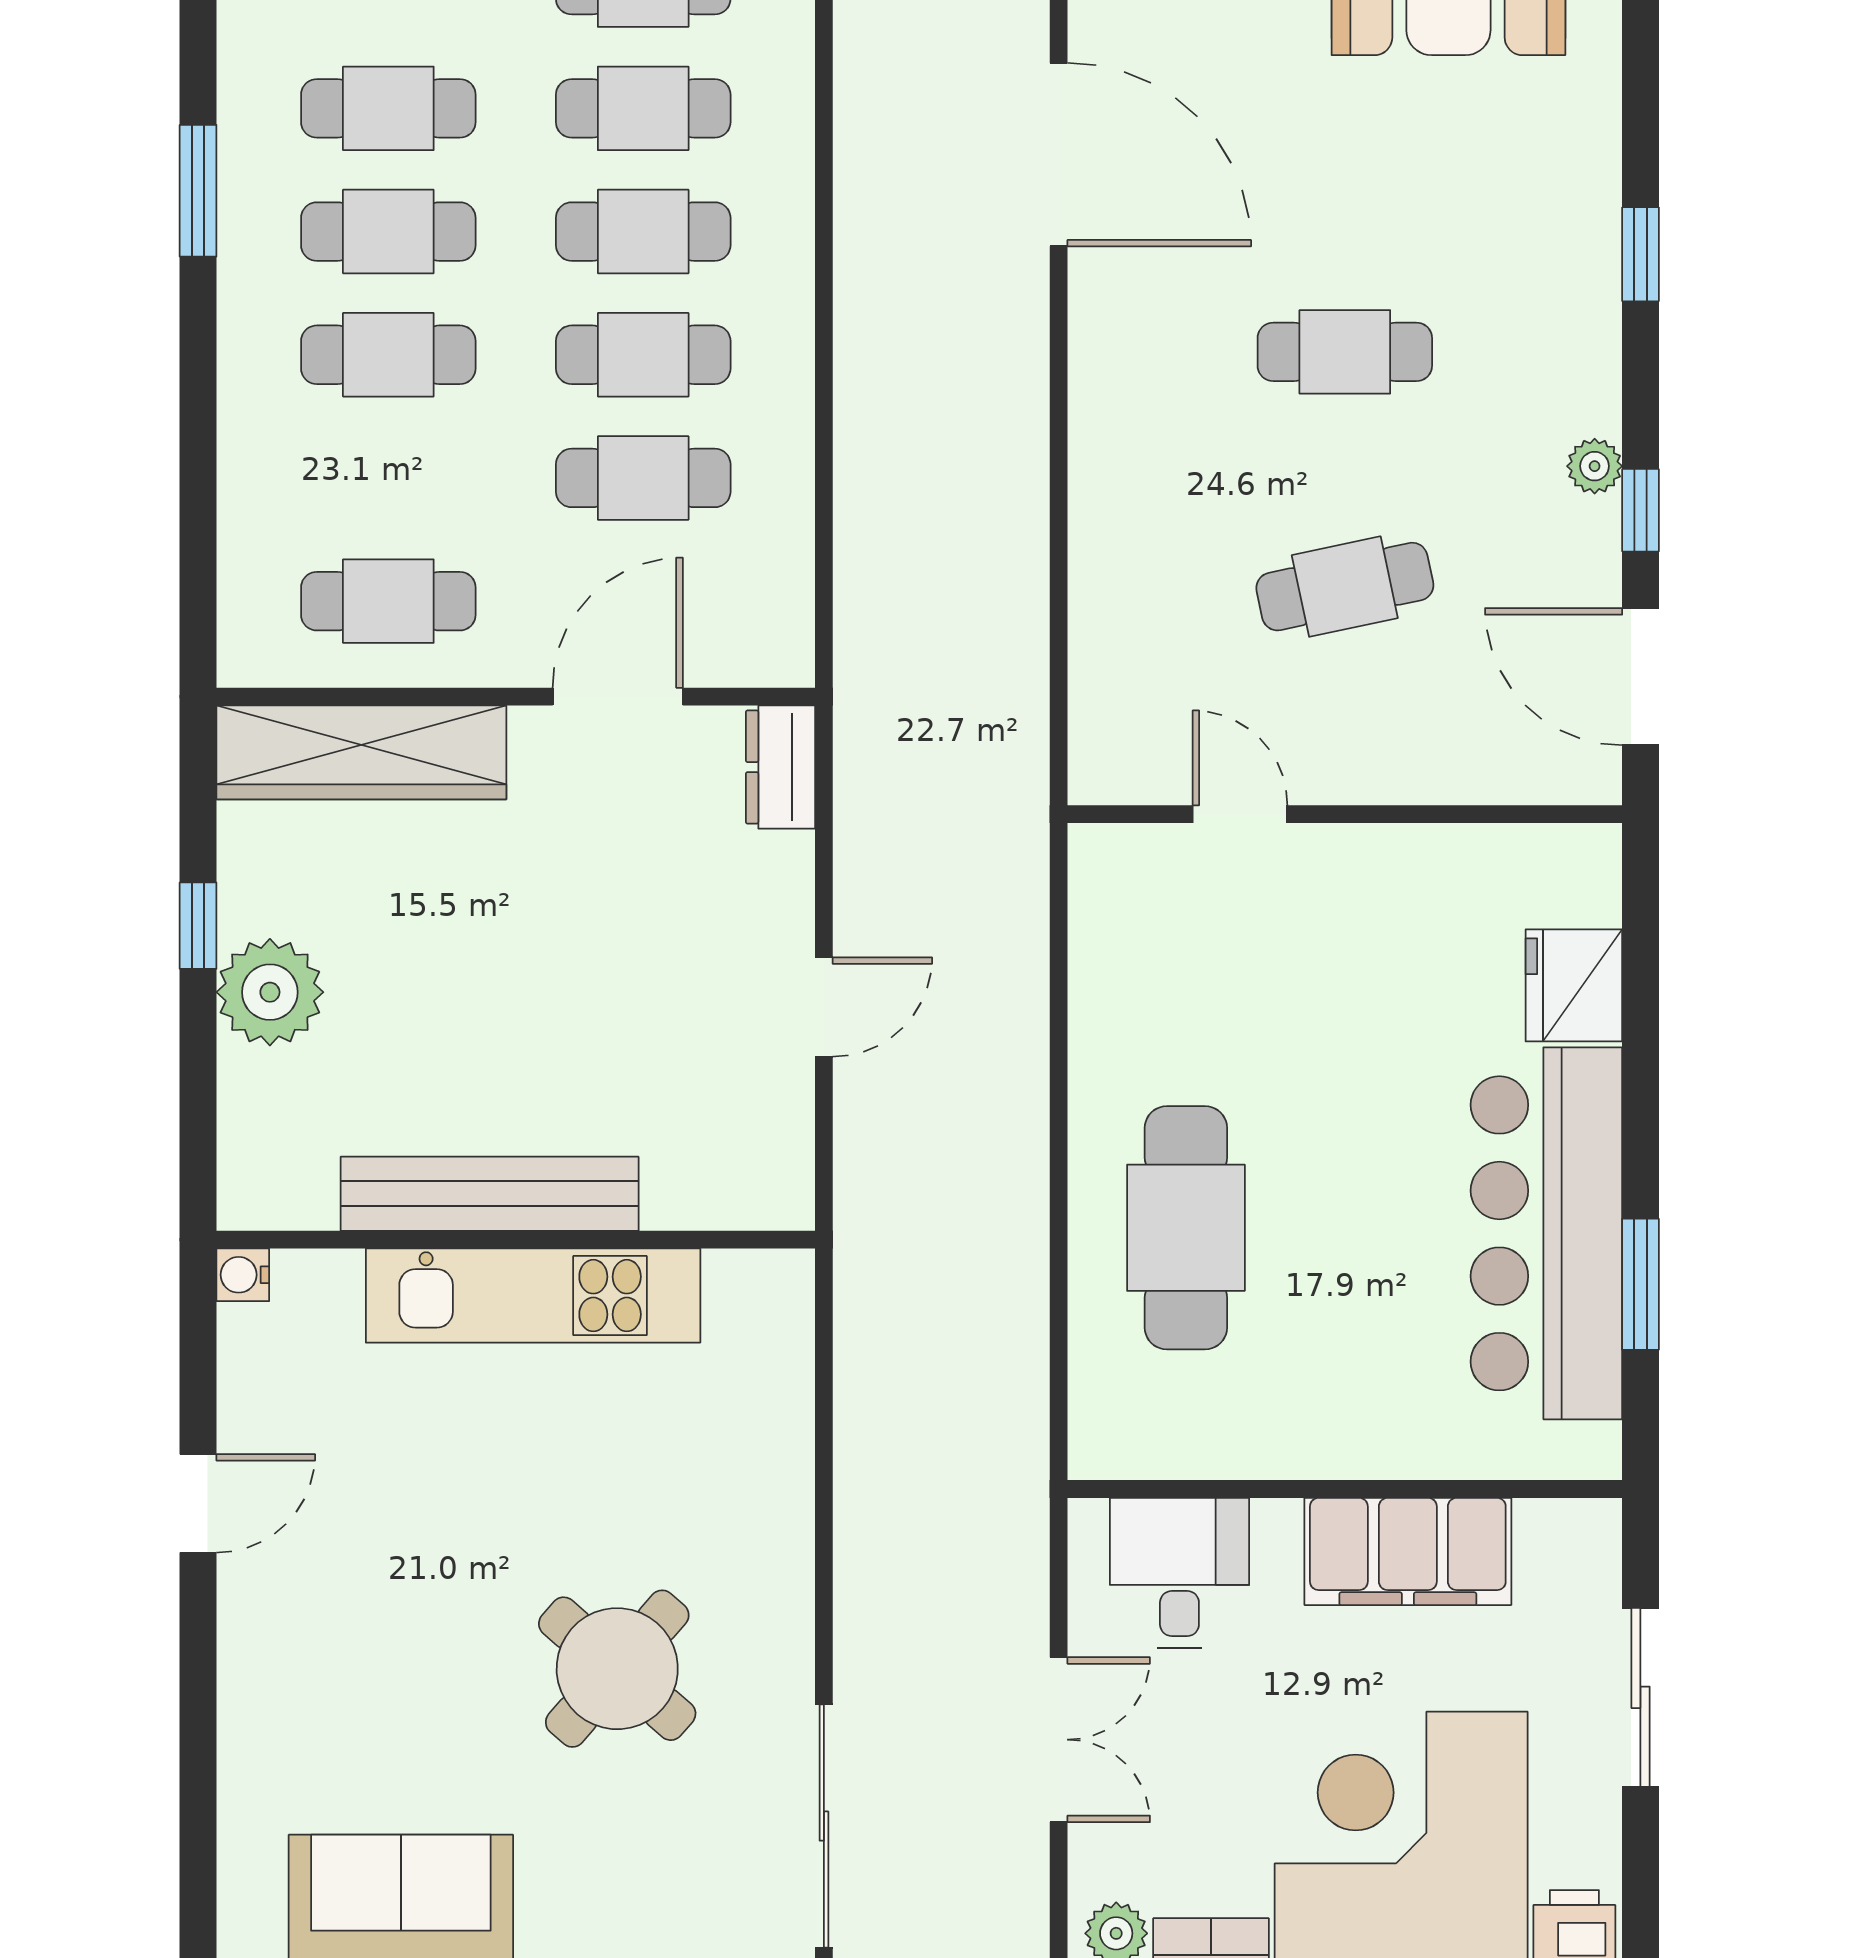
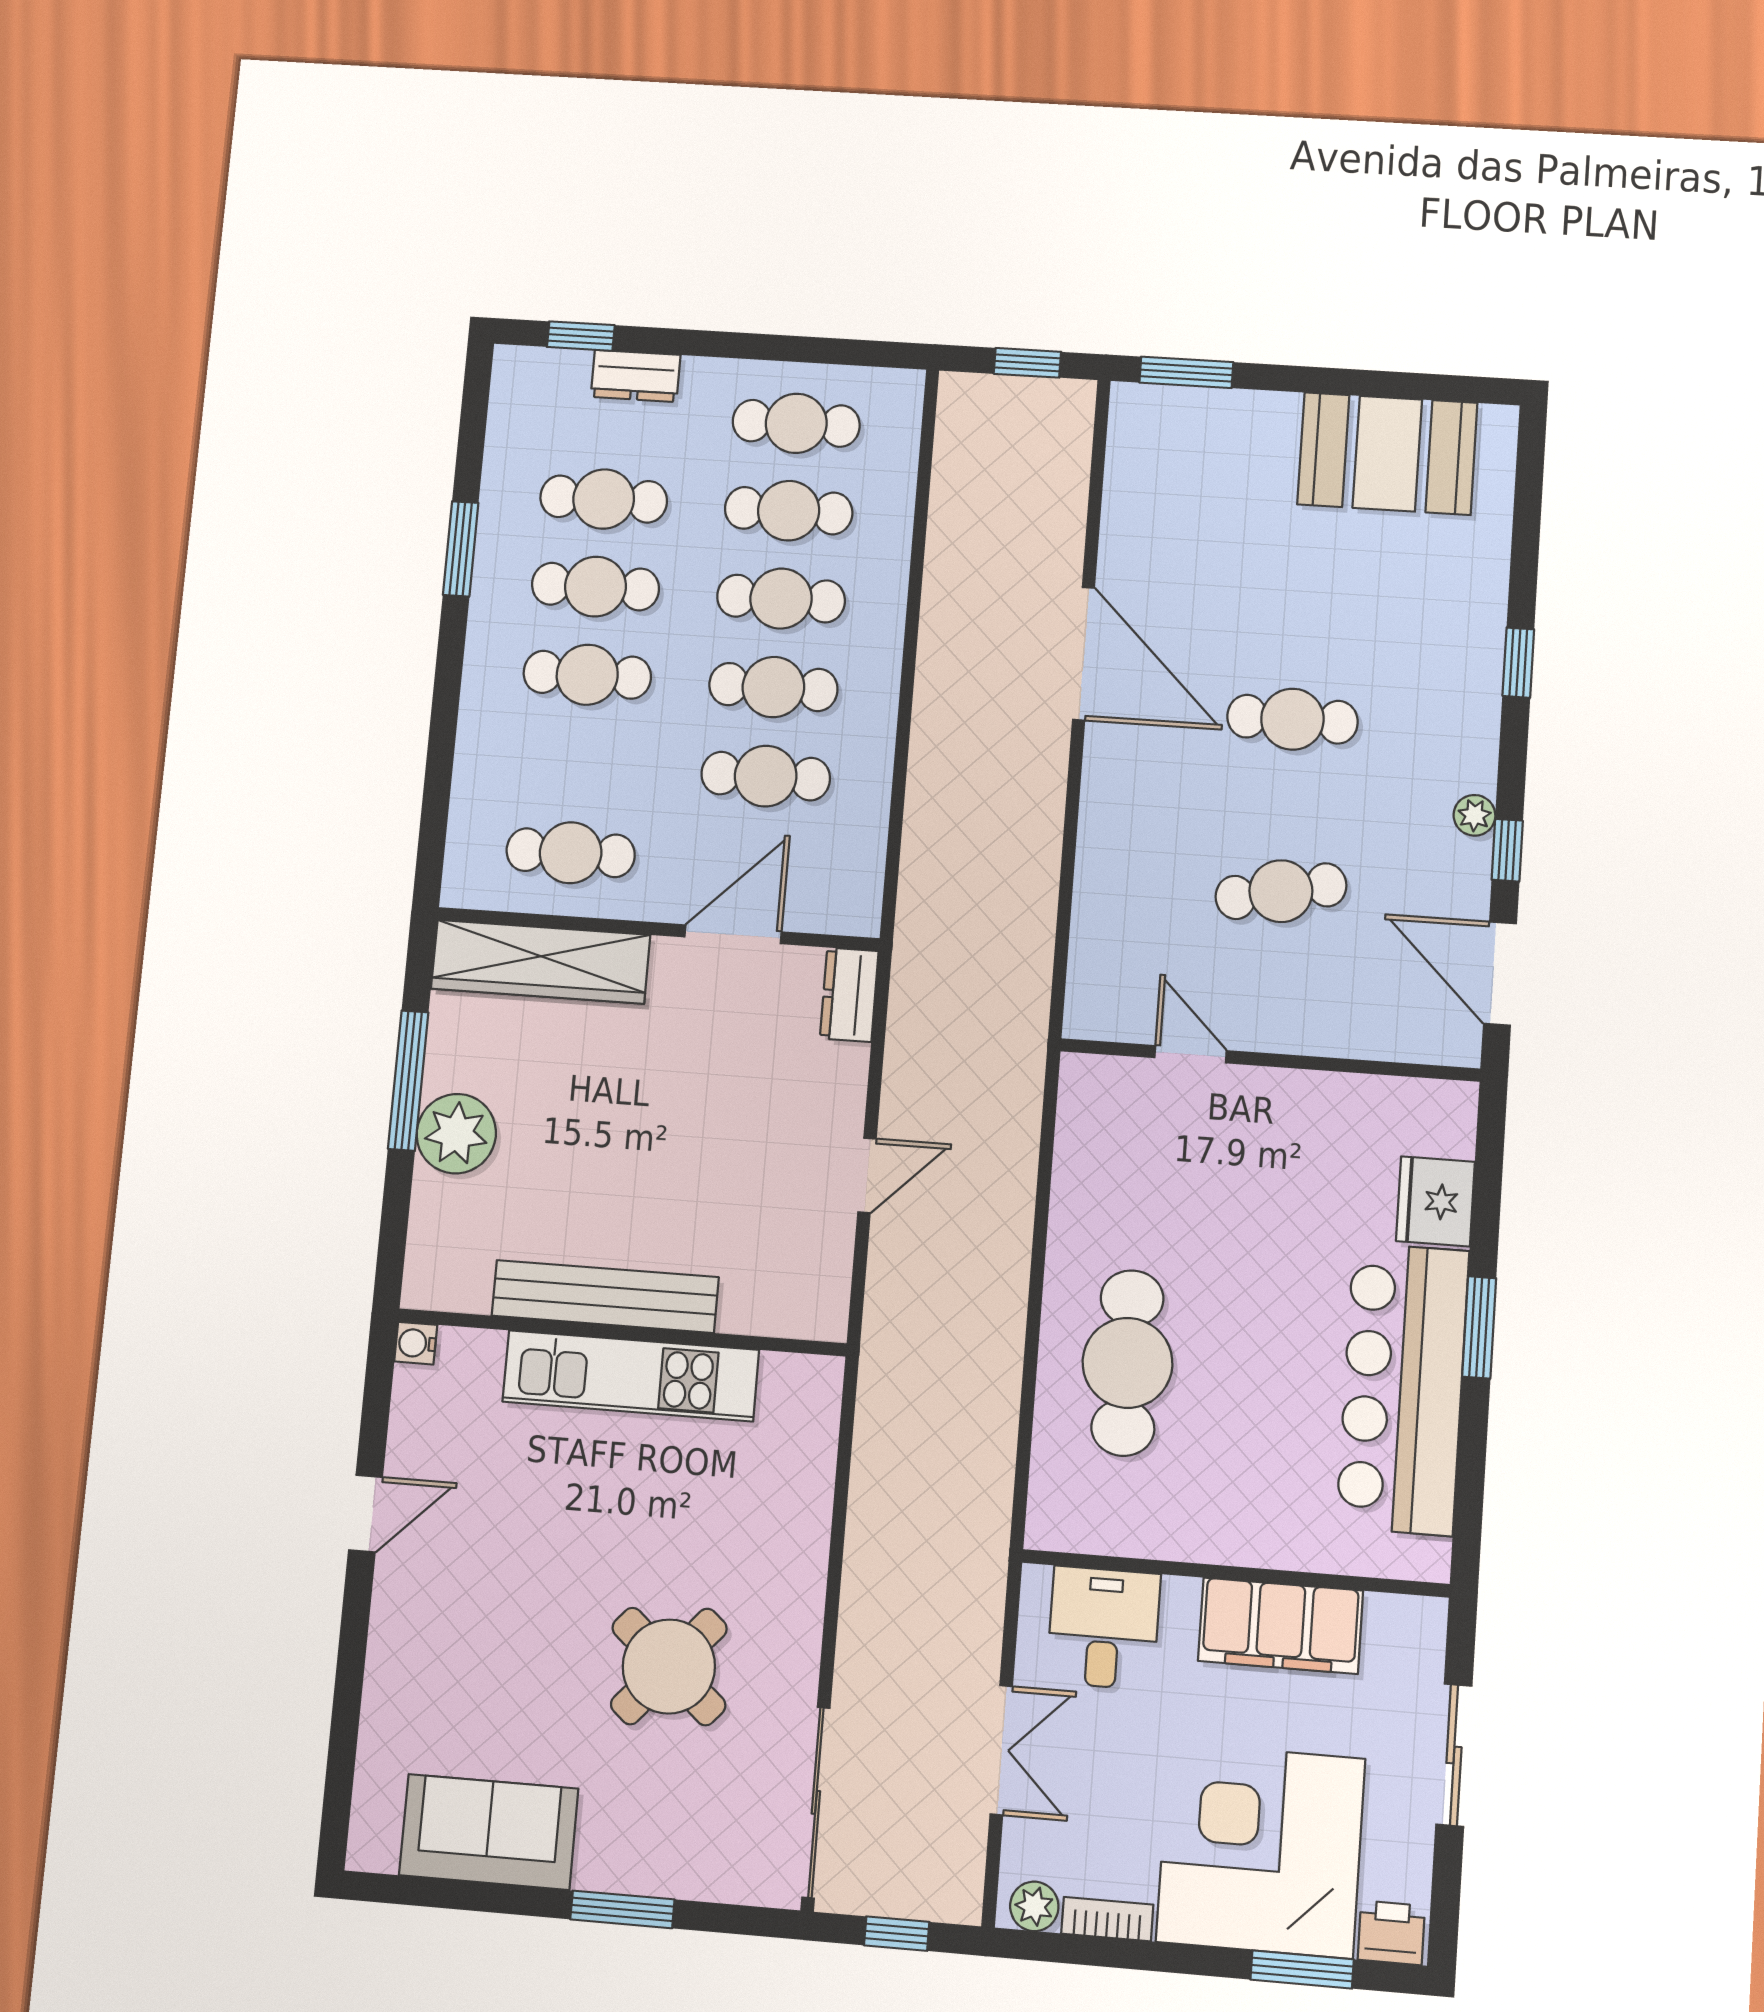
door: (1059, 155) -> (1084, 654), moved
window: (198, 926) -> (408, 1080), width x2.17
window: (1640, 1284) -> (1479, 1327), moved

